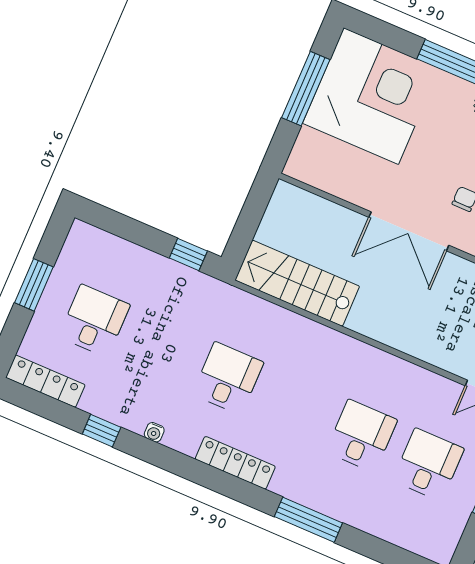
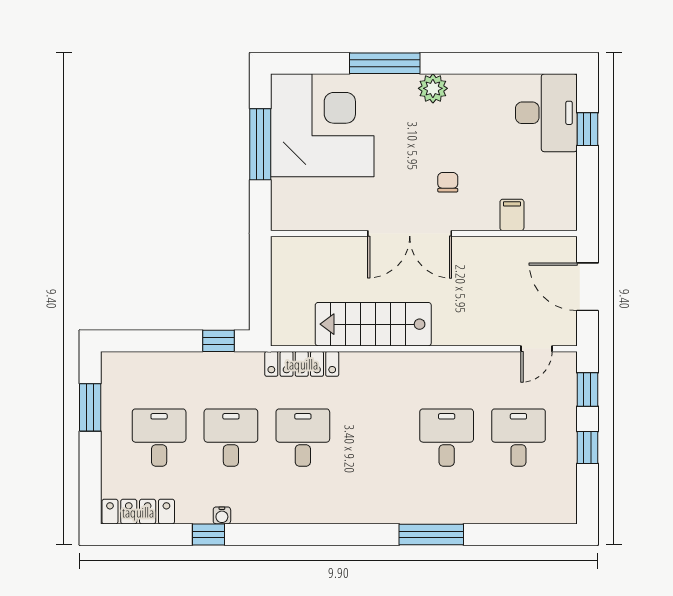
stairs: (297, 283) -> (373, 324), moved
window: (34, 285) -> (90, 407), moved
desk: (161, 350) -> (231, 438), added
water cooler: (154, 432) -> (222, 515), moved
locker: (235, 463) -> (302, 364), moved, turned 180

